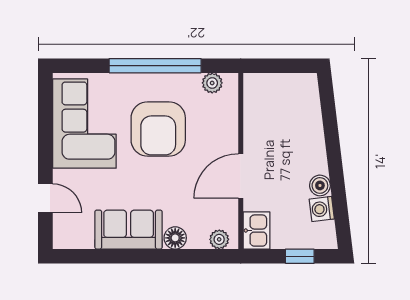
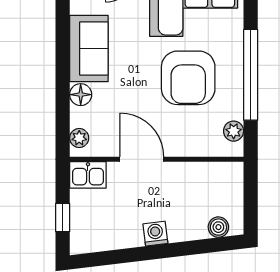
armchair: (158, 129) -> (188, 78), turned -90
boiler: (320, 185) -> (218, 227), moved
washing machine: (322, 209) -> (155, 234), moved

